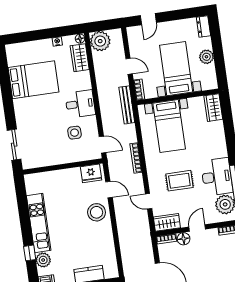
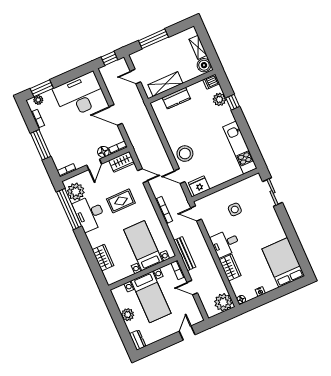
wardrobe: (80, 58) -> (230, 268), moved
bed: (33, 80) -> (283, 262), moved, turned 90
wardrobe: (213, 108) -> (103, 258), moved
side table: (75, 133) -> (235, 209), moved
kitchen unit: (39, 223) -> (240, 148), moved

